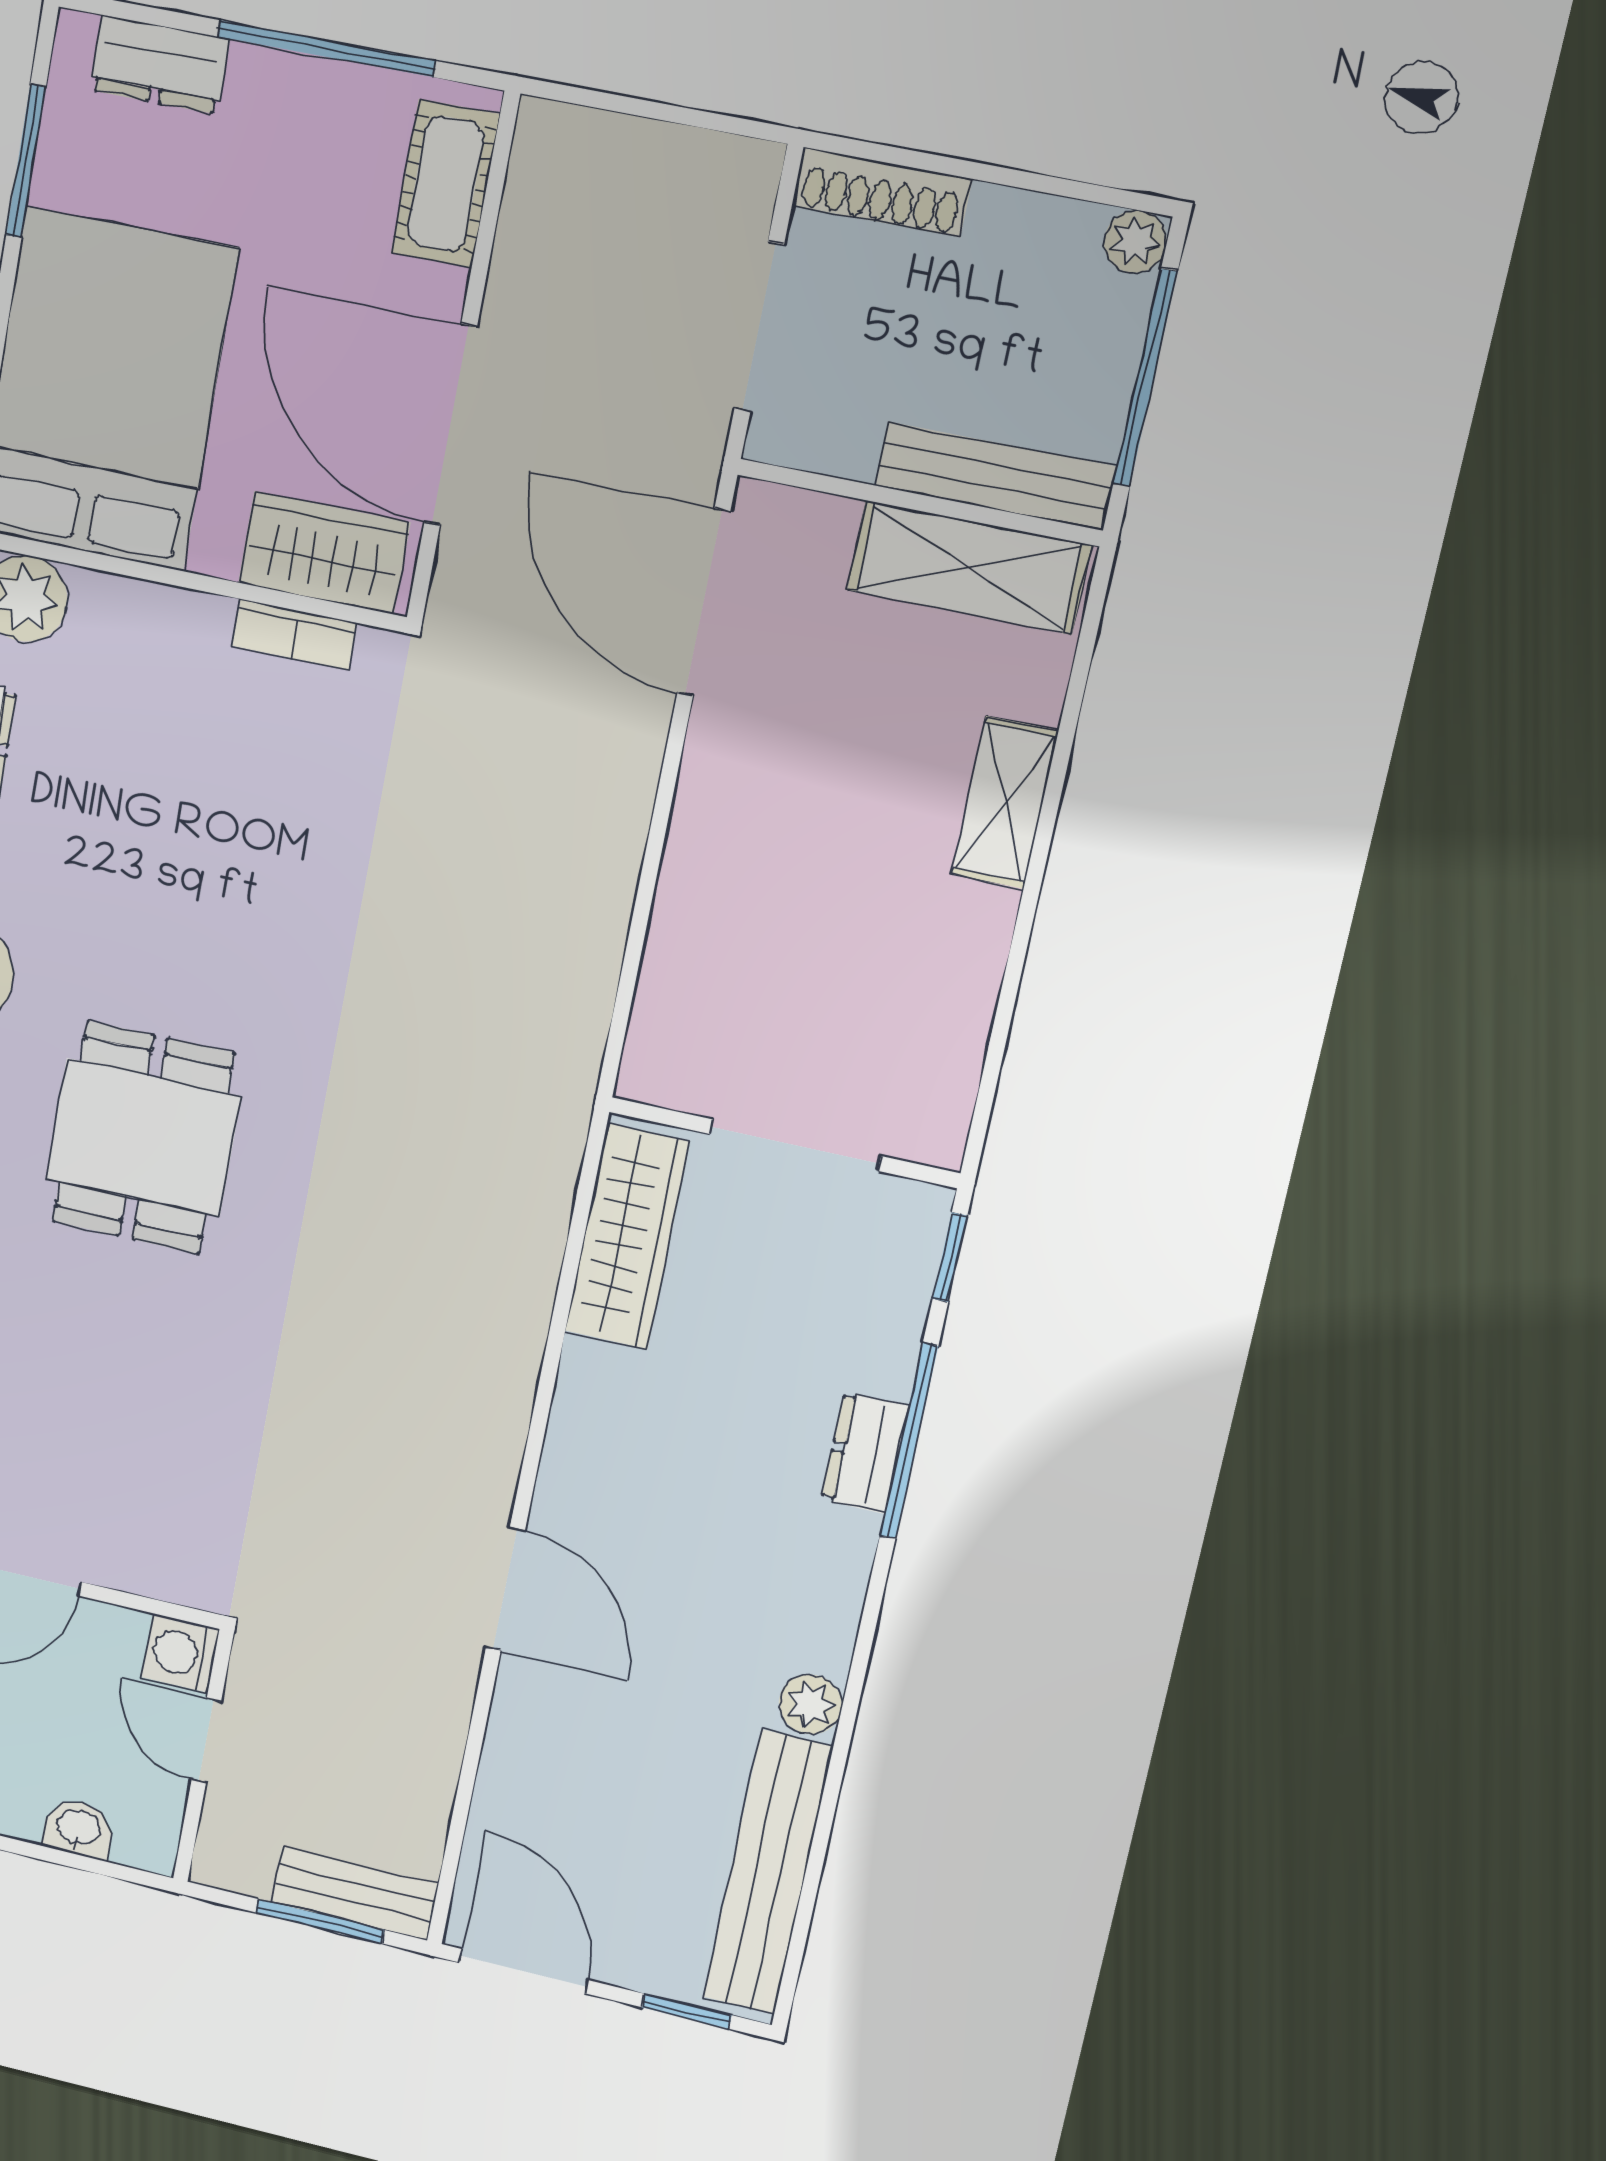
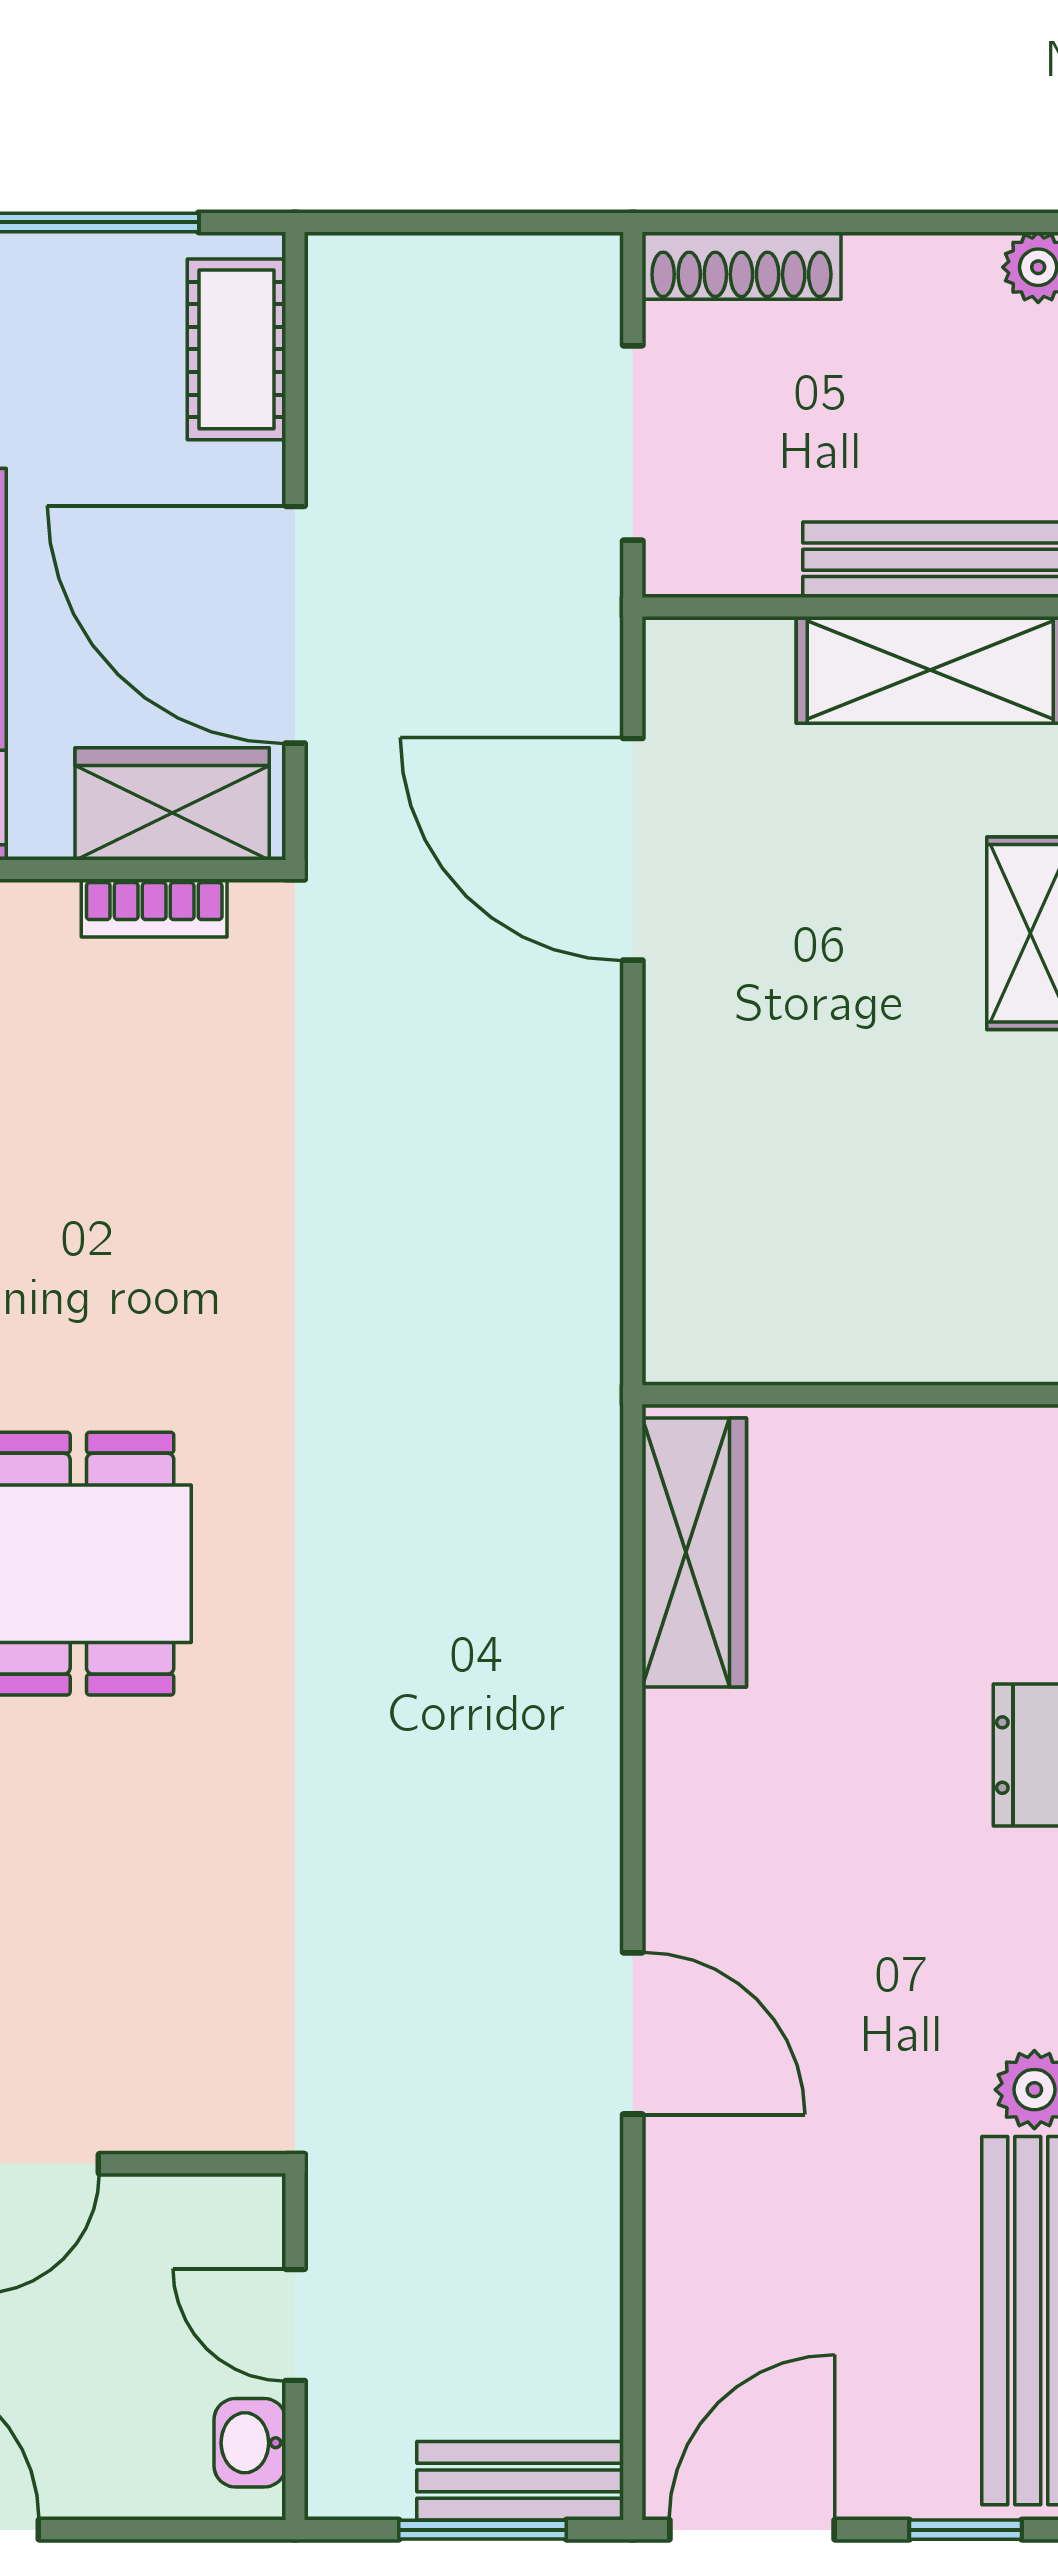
door: (704, 602) -> (633, 849), moved
doorway: (795, 1145) -> (872, 1395), removed
washing machine: (180, 1653) -> (242, 2217), removed
washbasin: (78, 1828) -> (250, 2443), moved, turned -90
door: (524, 1971) -> (752, 2530), hinge flipped

